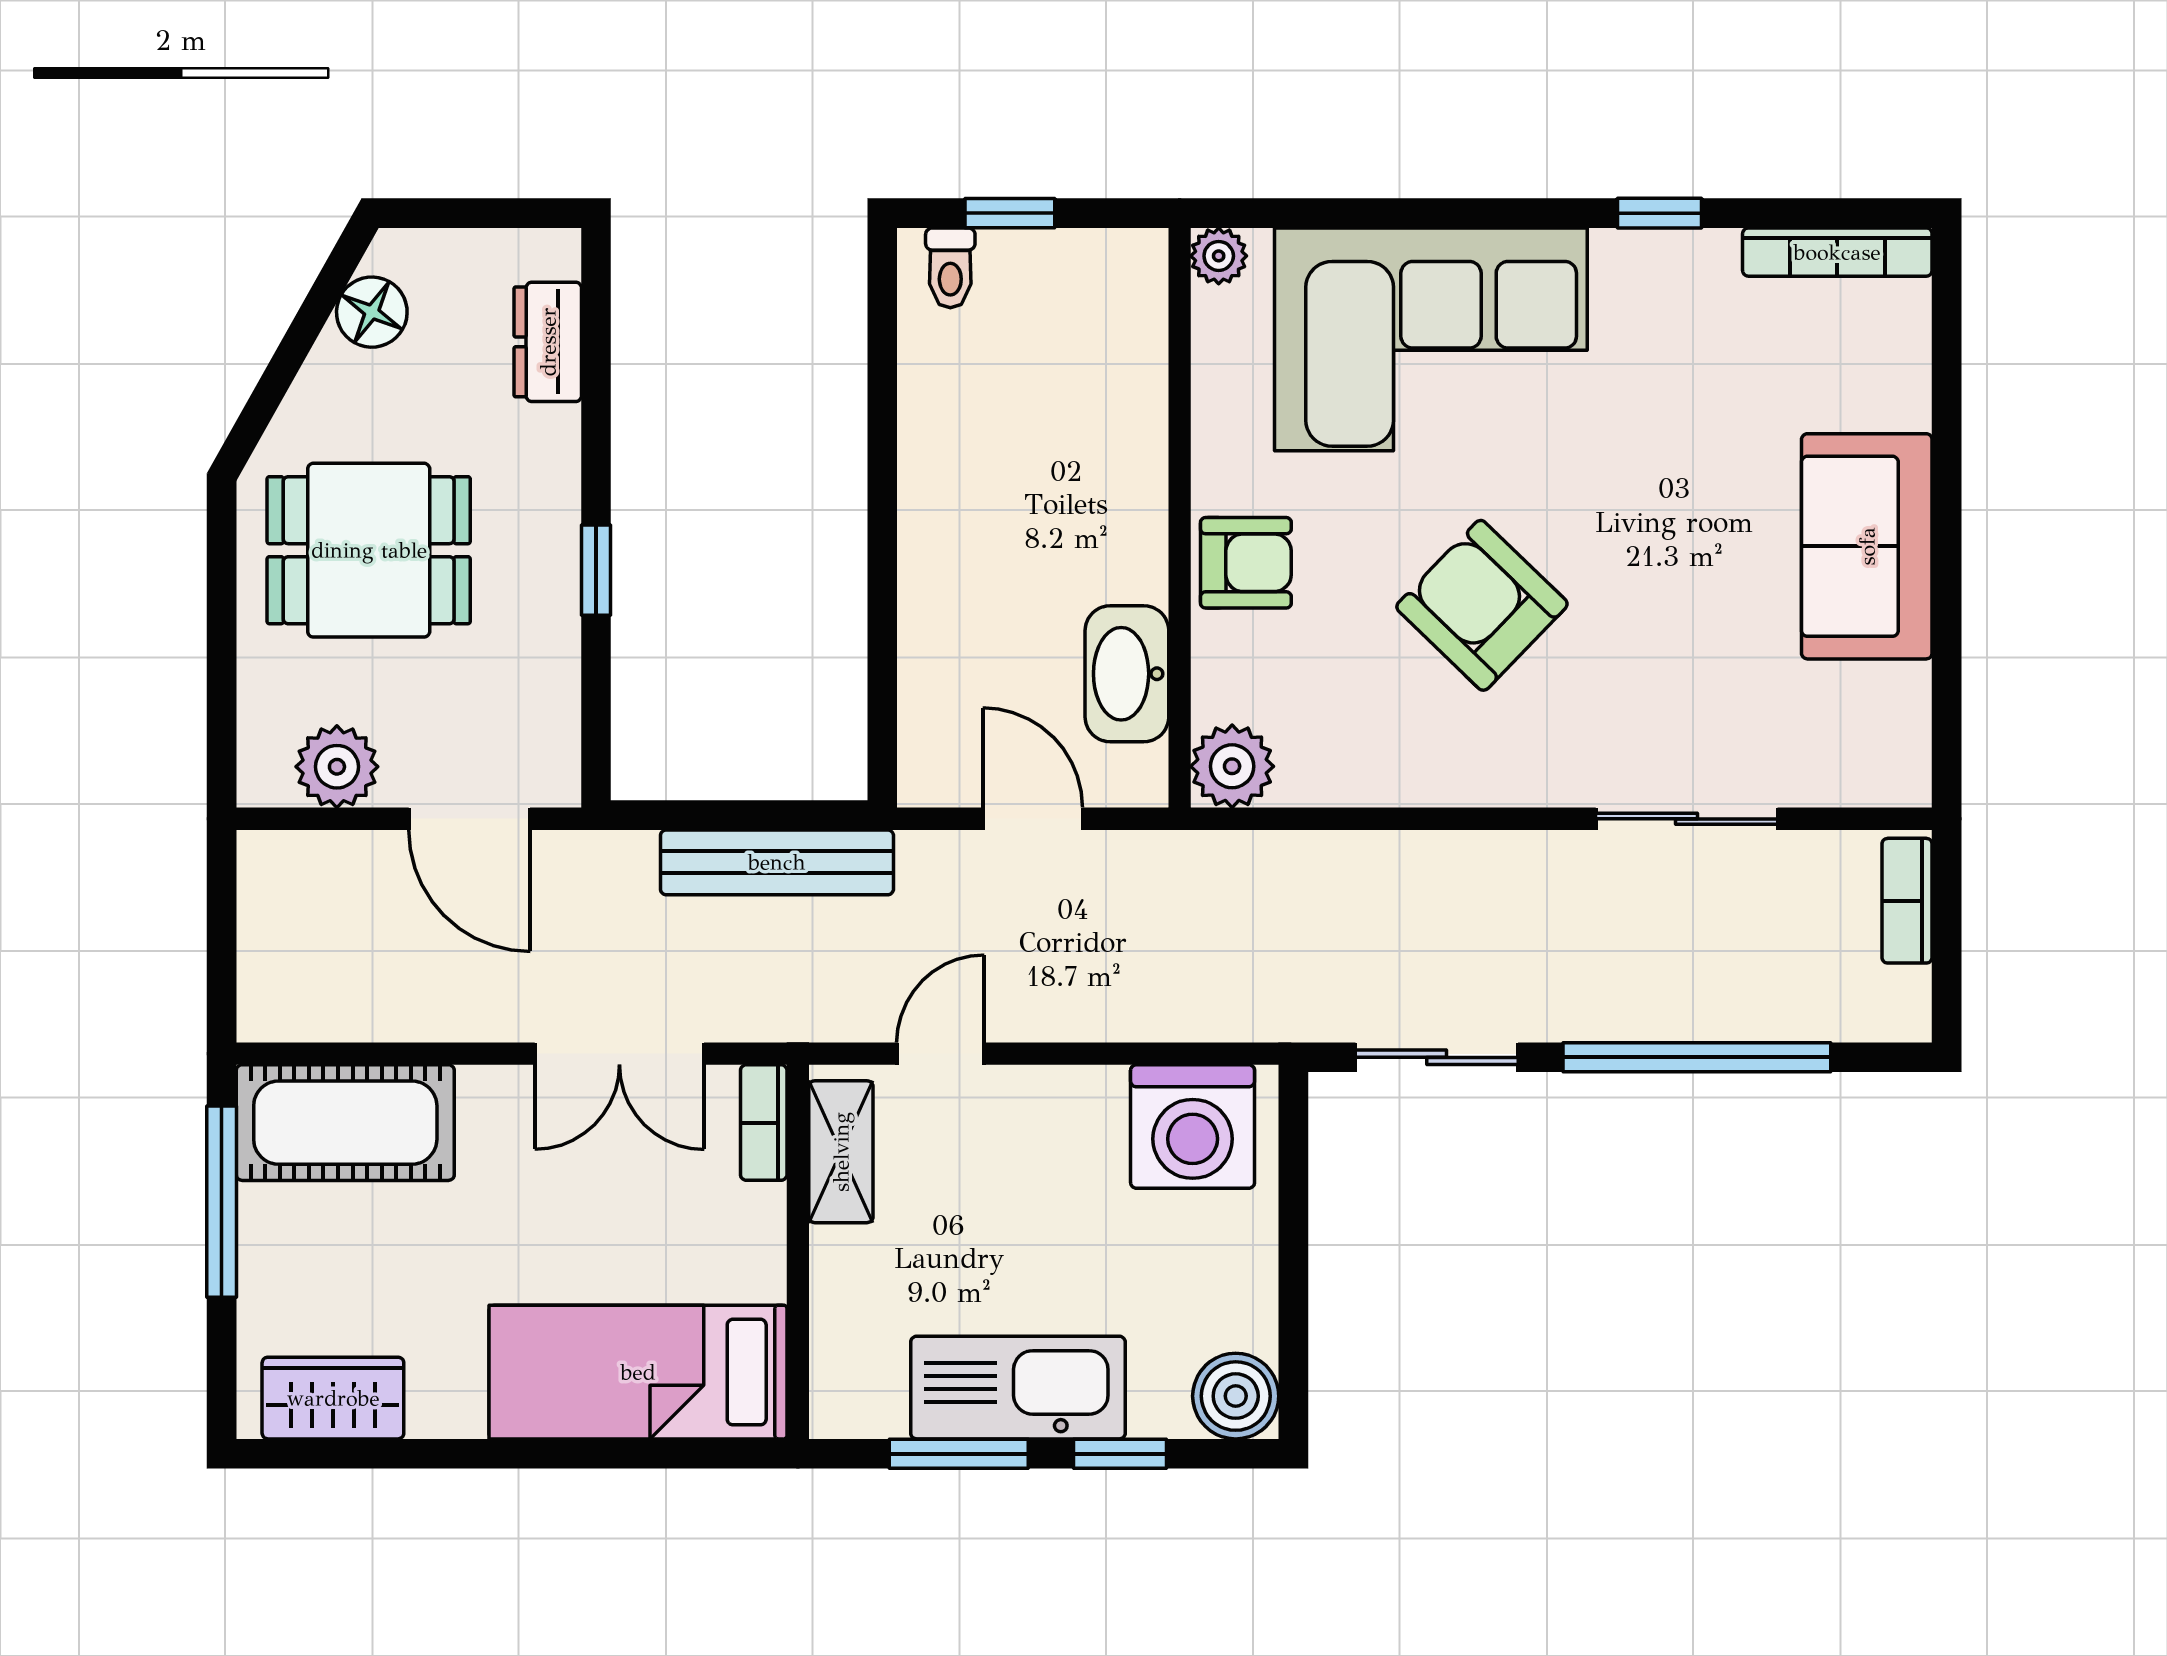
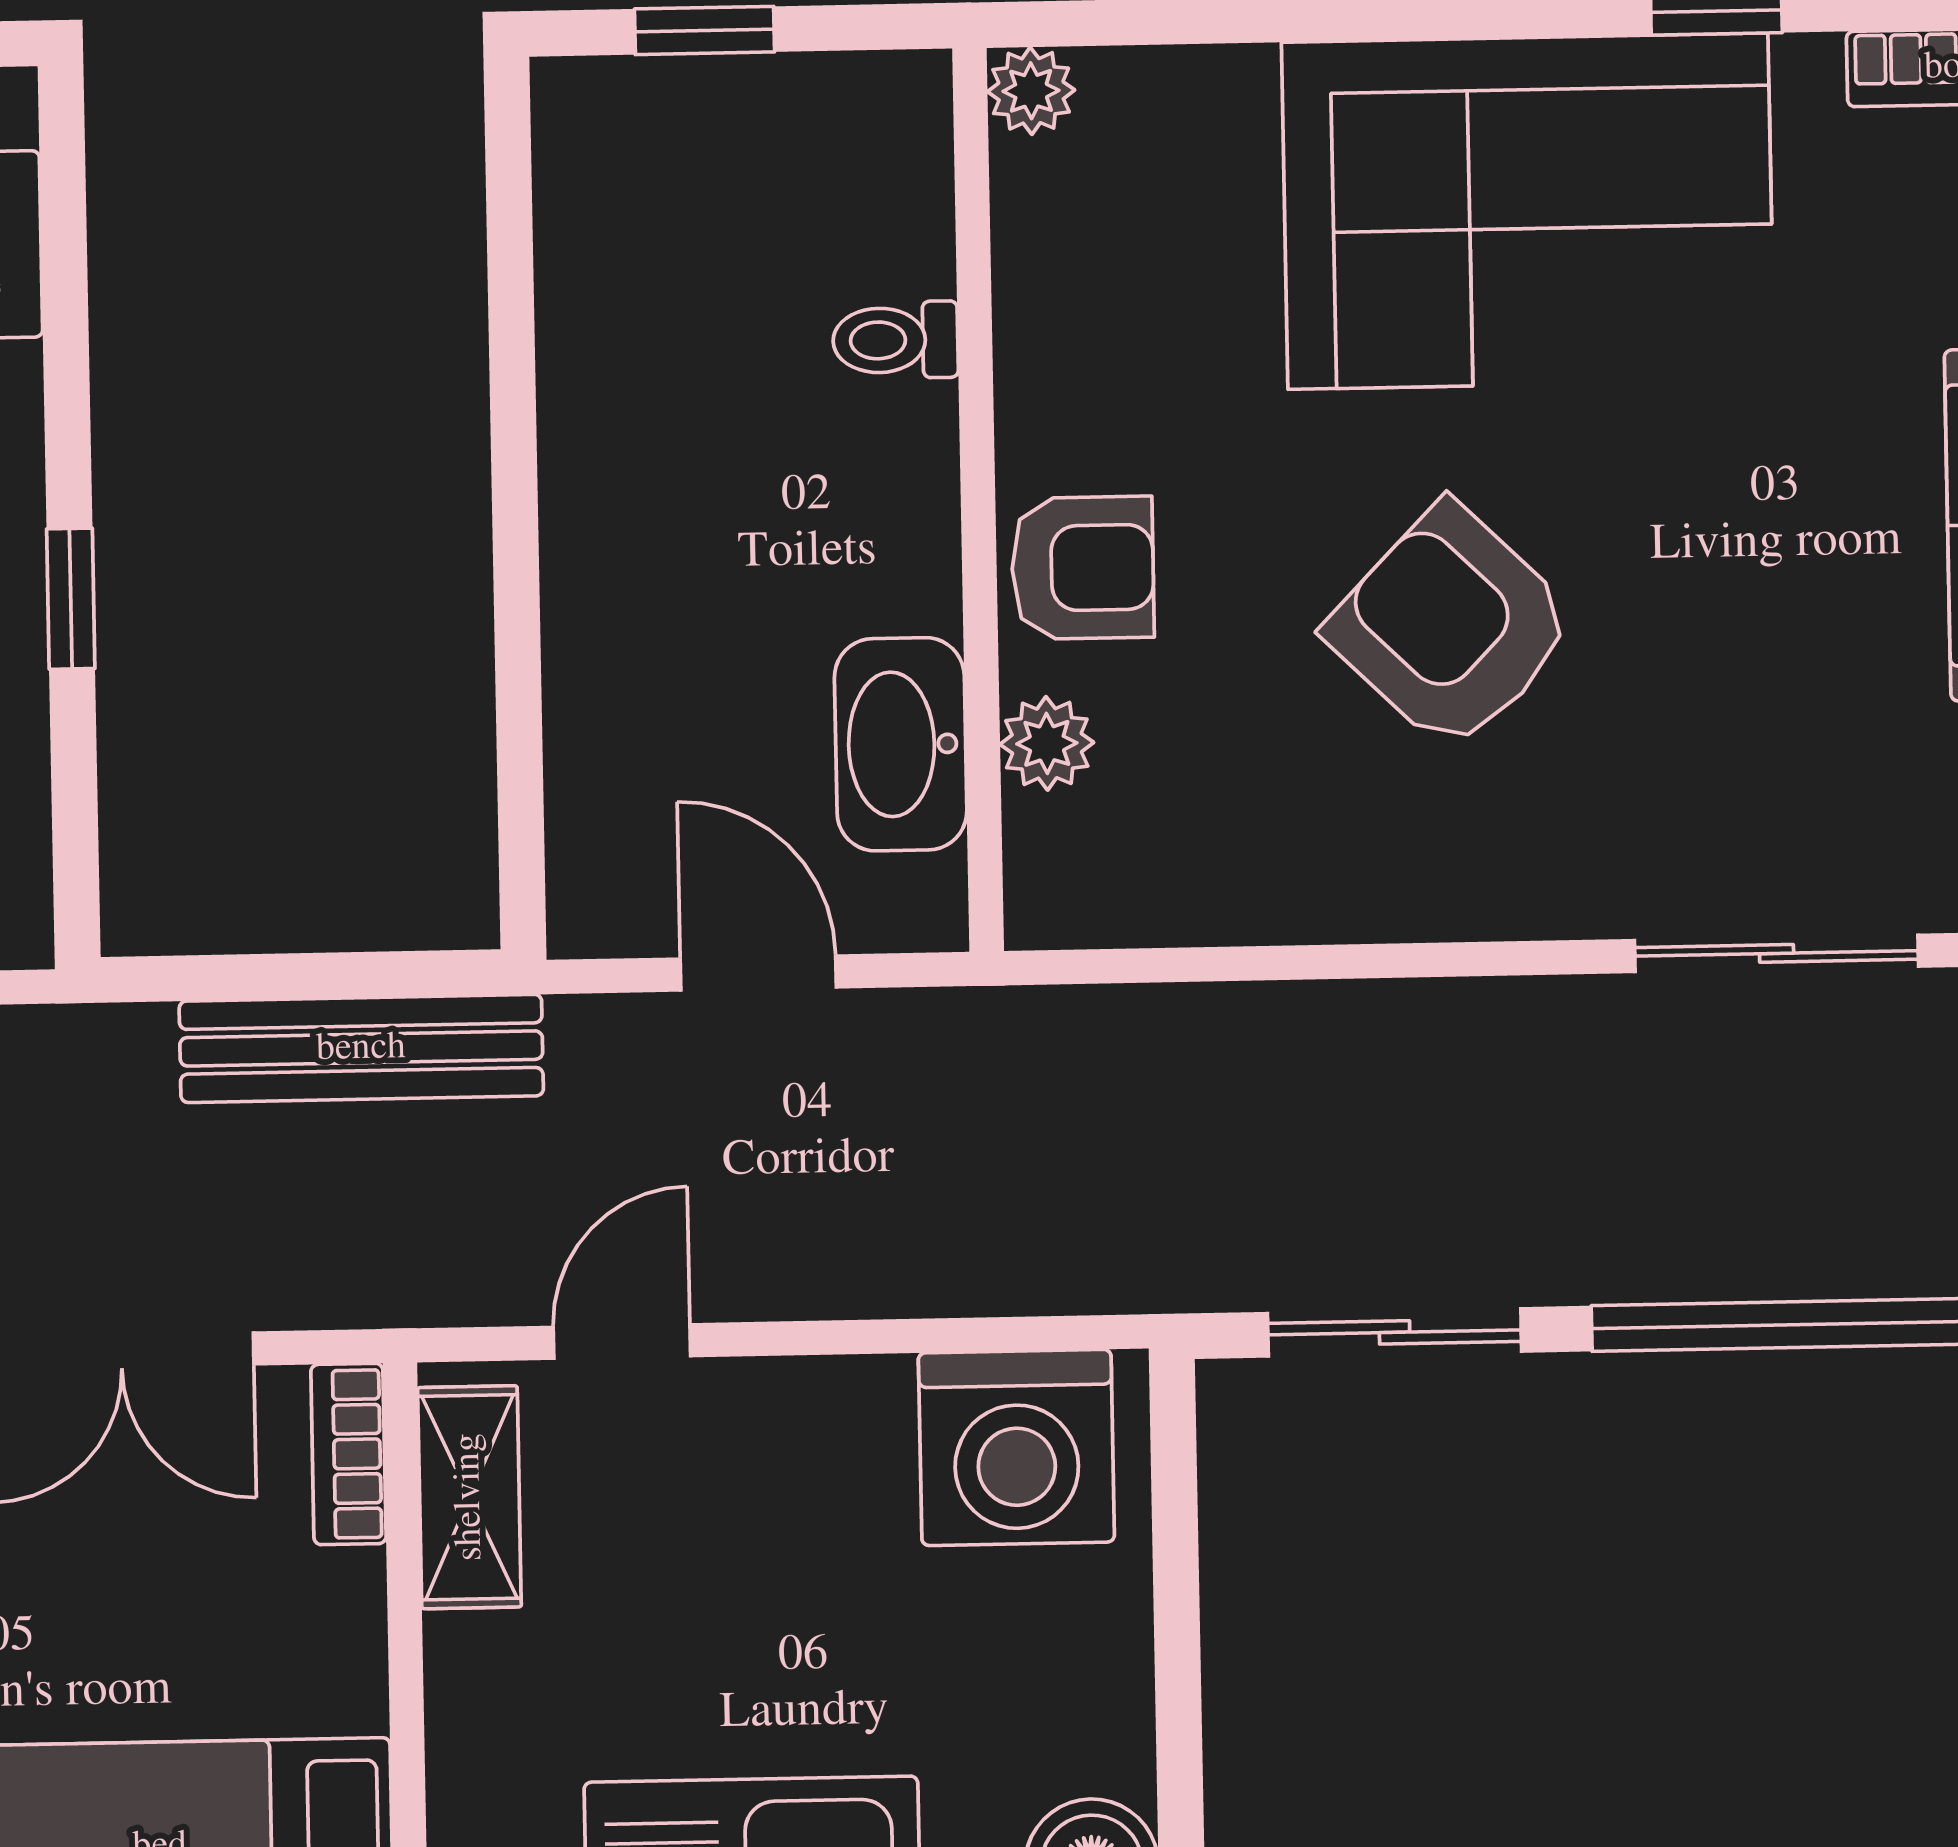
toilet: (950, 268) -> (895, 340), moved, turned 90
corner sofa: (1431, 339) -> (1528, 211), moved
plant: (1232, 766) -> (1047, 743), moved, width x0.73, depth x0.73

